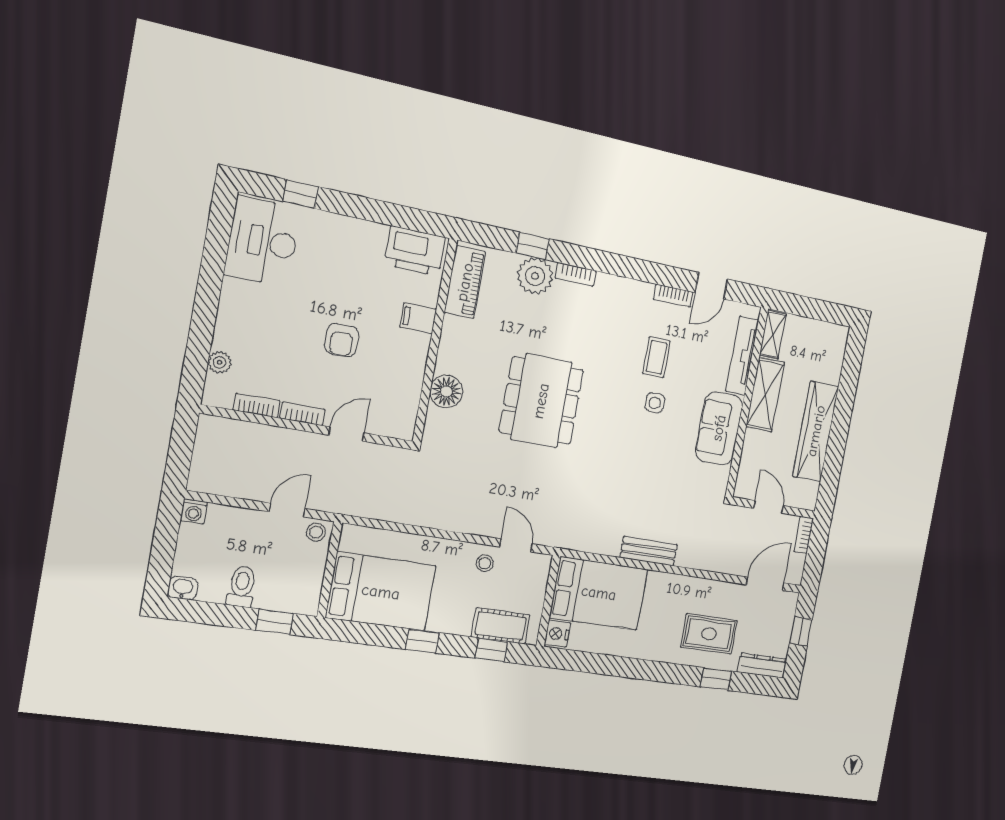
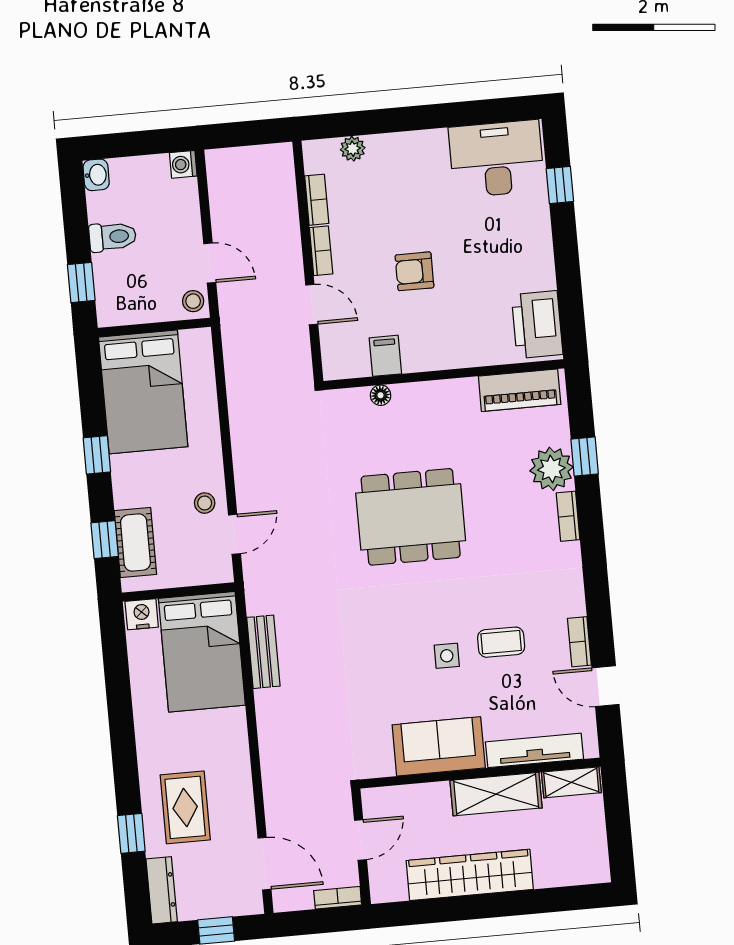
filing cabinet: (418, 318) -> (385, 356), moved
floor lamp: (446, 391) -> (381, 395), width x0.53, depth x0.53
bench: (649, 551) -> (263, 652), moved

